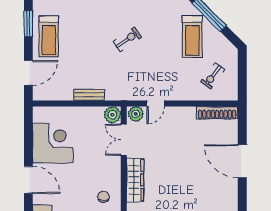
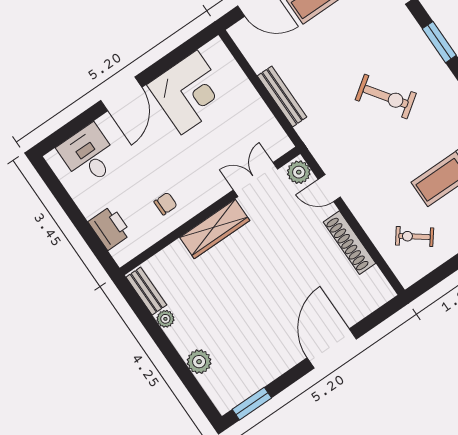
exercise bike: (127, 39) -> (386, 97), width x1.38, depth x1.39
bench: (89, 95) -> (282, 96), width x1.36
shoe rack: (217, 113) -> (350, 243), moved
plant: (112, 115) -> (277, 143), removed

